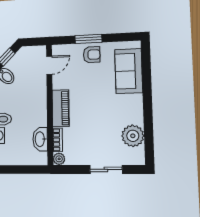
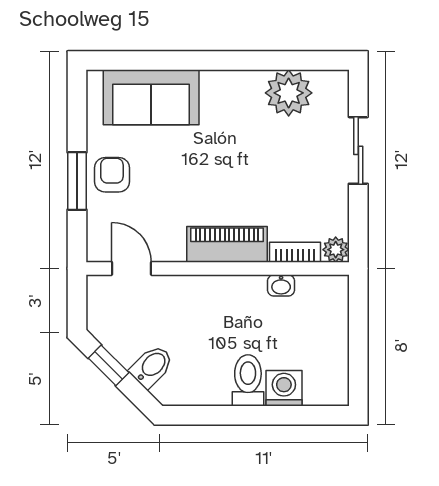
washbasin: (40, 139) -> (281, 285), width x0.52, depth x0.69

